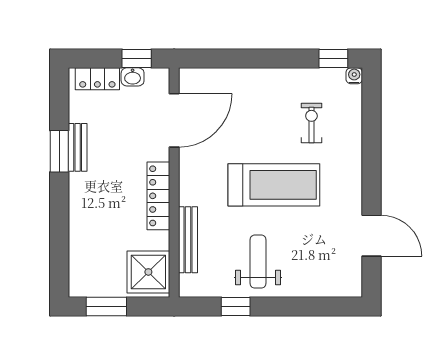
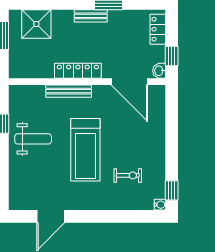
washbasin: (133, 77) -> (159, 71), moved
bench: (78, 147) -> (91, 16), moved
bench: (188, 240) -> (69, 91), moved
shower: (148, 272) -> (36, 24), moved

